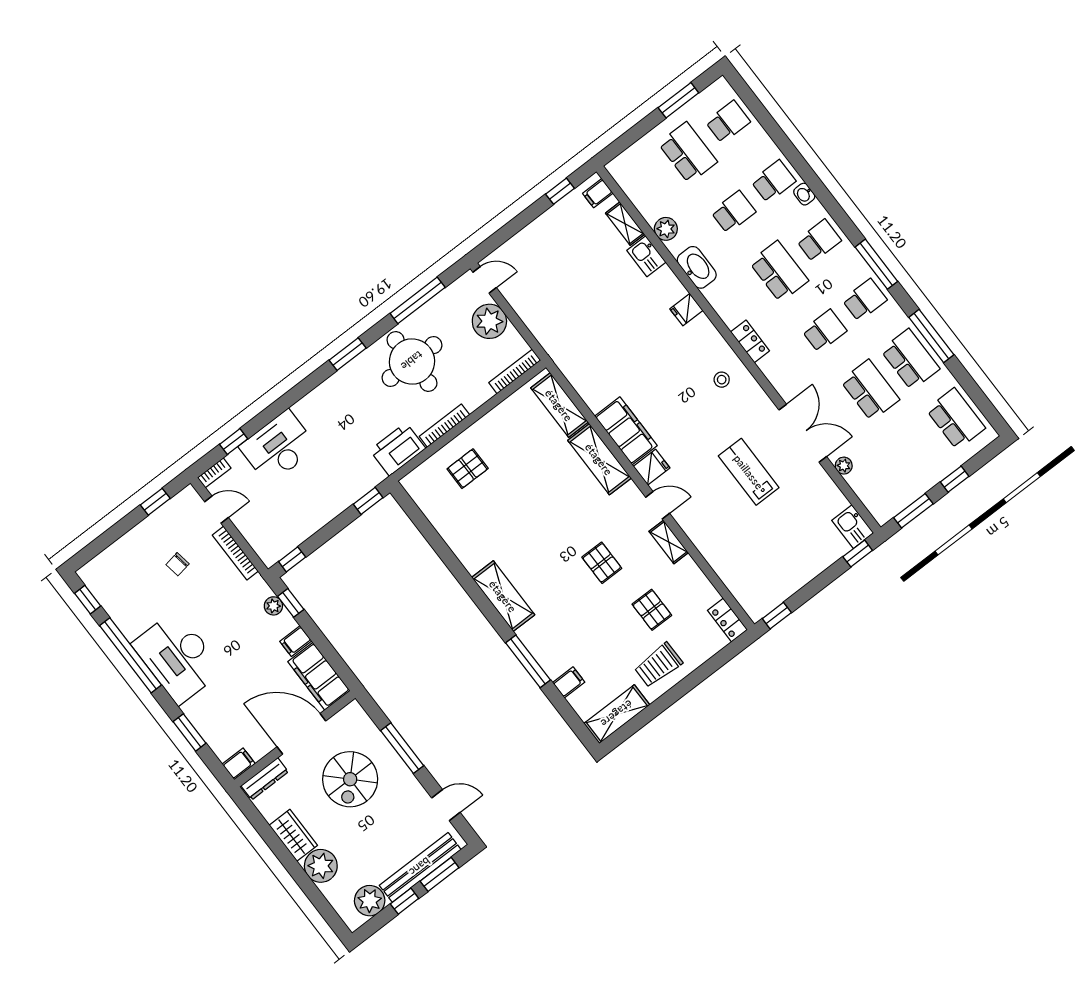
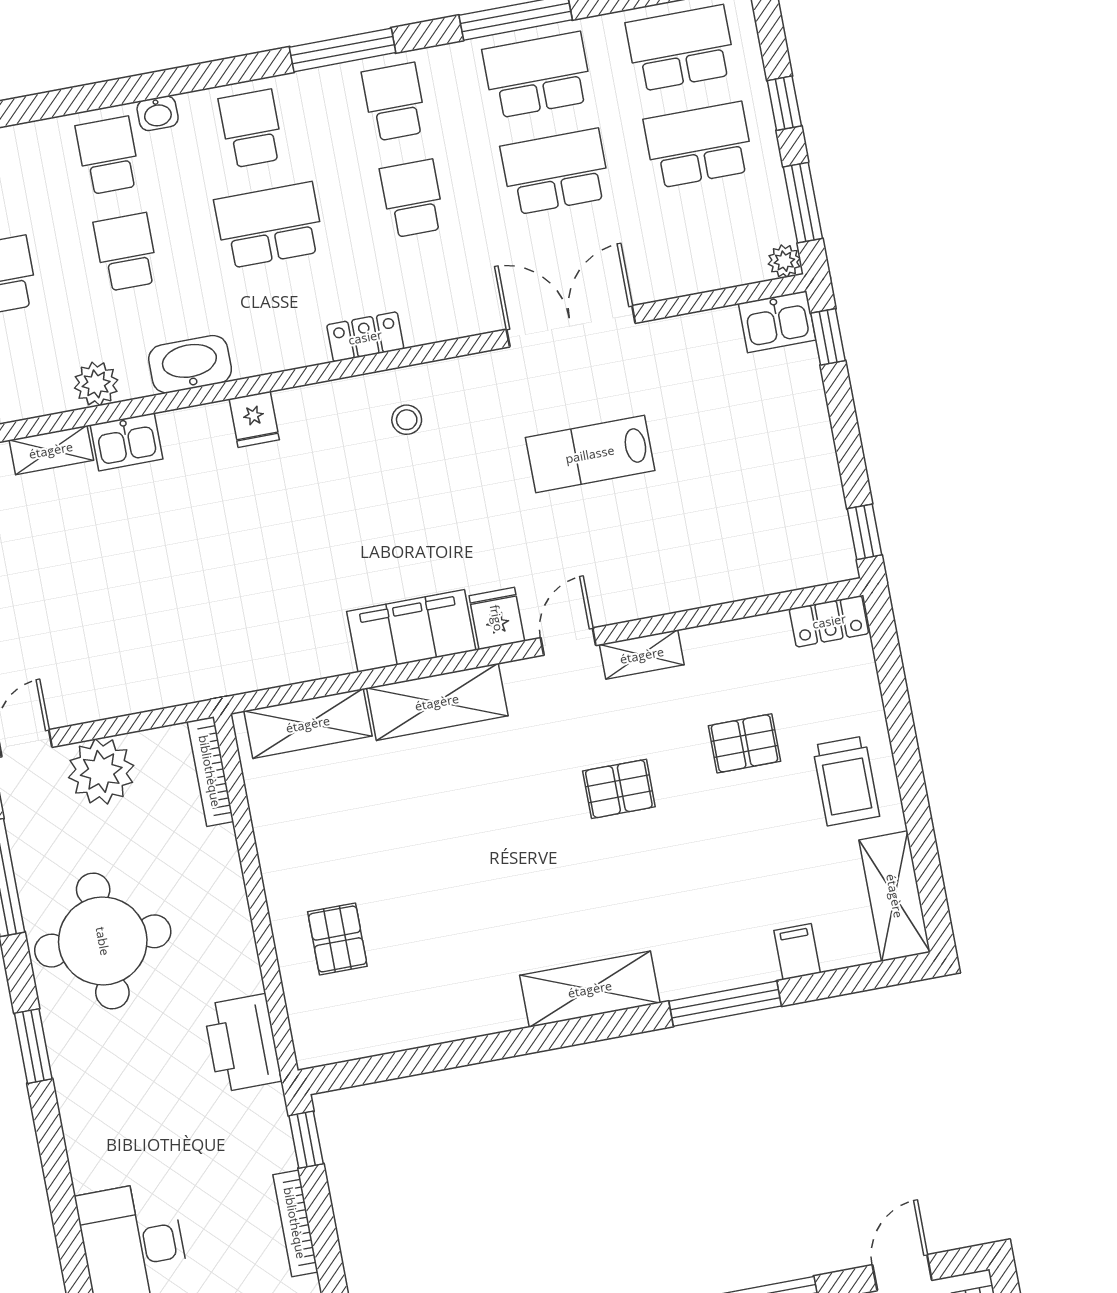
bookcase: (444, 426) -> (295, 1223), moved
school desk: (916, 450) -> (699, 145), added
plant: (844, 466) -> (784, 261), moved

